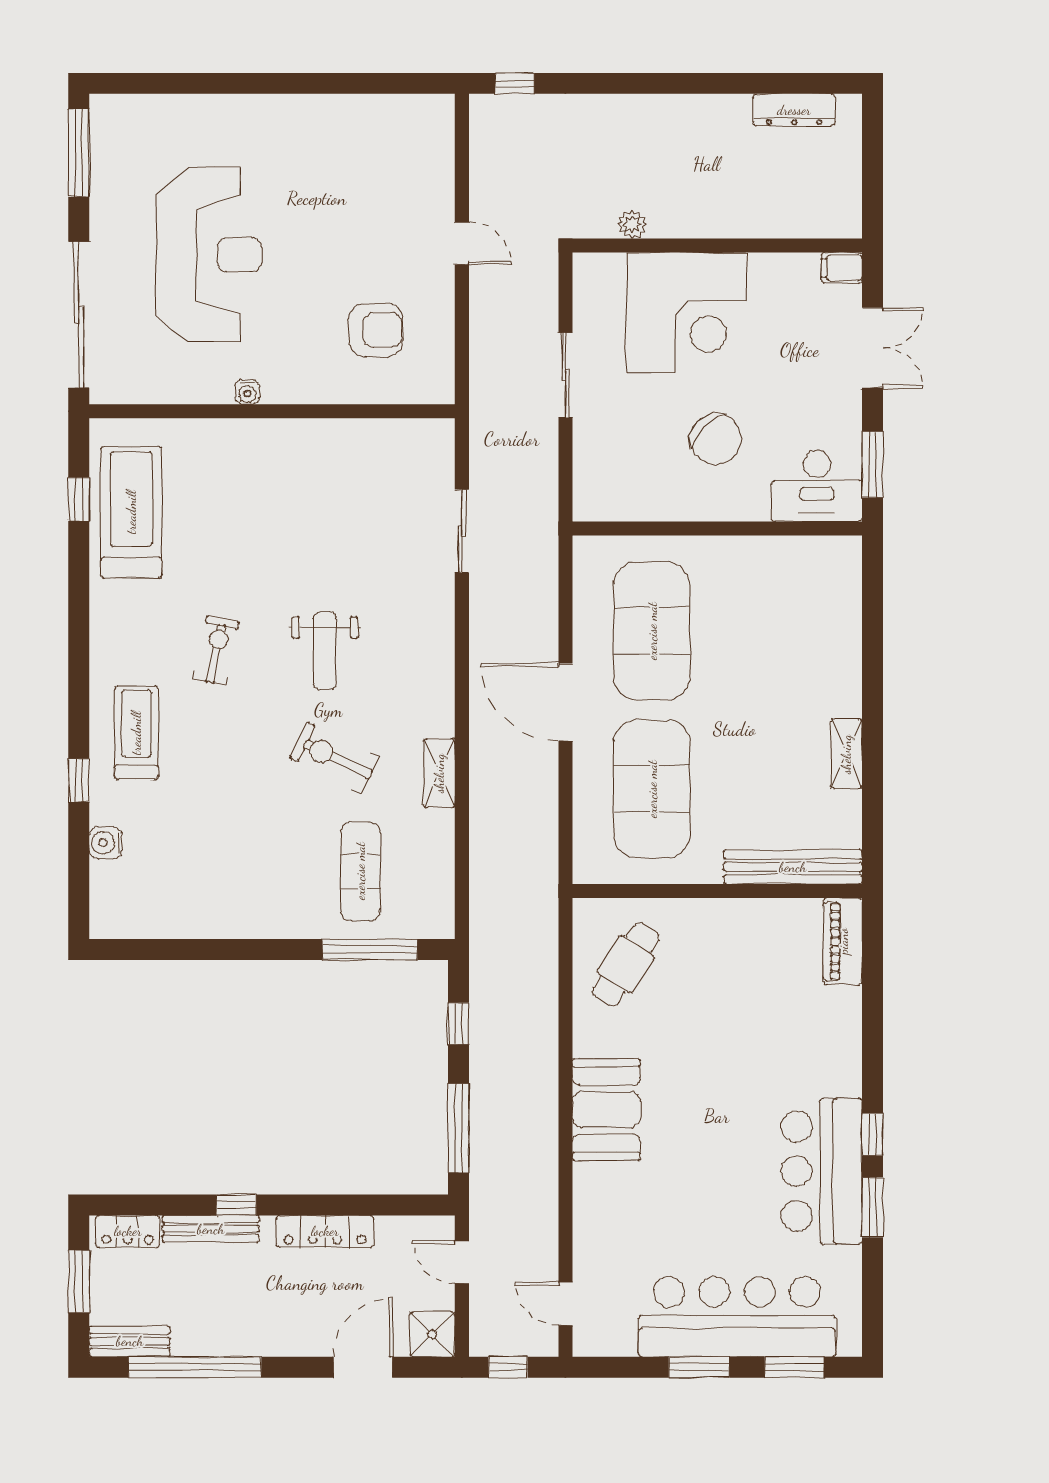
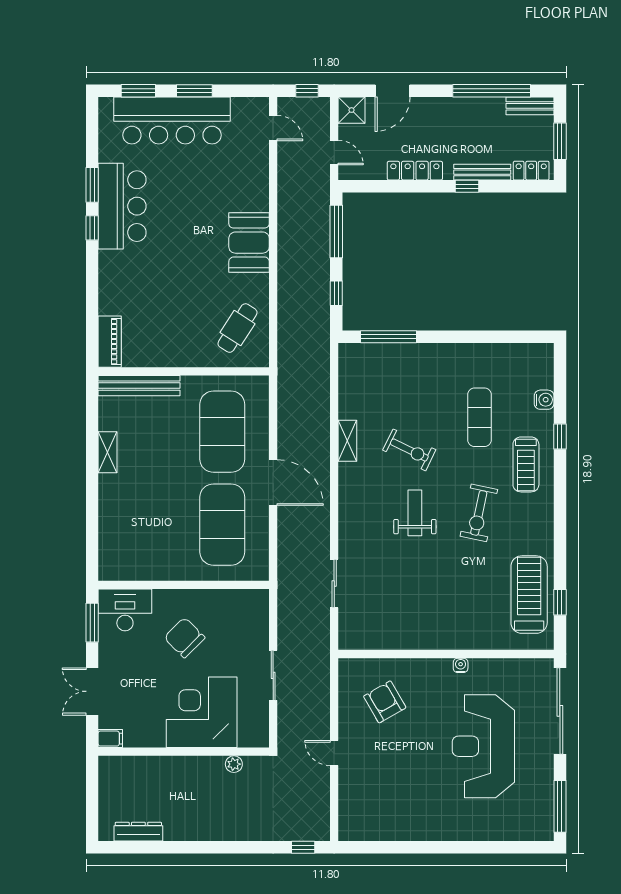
armchair: (376, 330) -> (385, 702), turned 62
treadmill: (131, 512) -> (529, 595), turned 180
exercise bike: (216, 651) -> (479, 513), width x1.38, depth x1.39
exercise mat: (360, 871) -> (479, 417), moved

